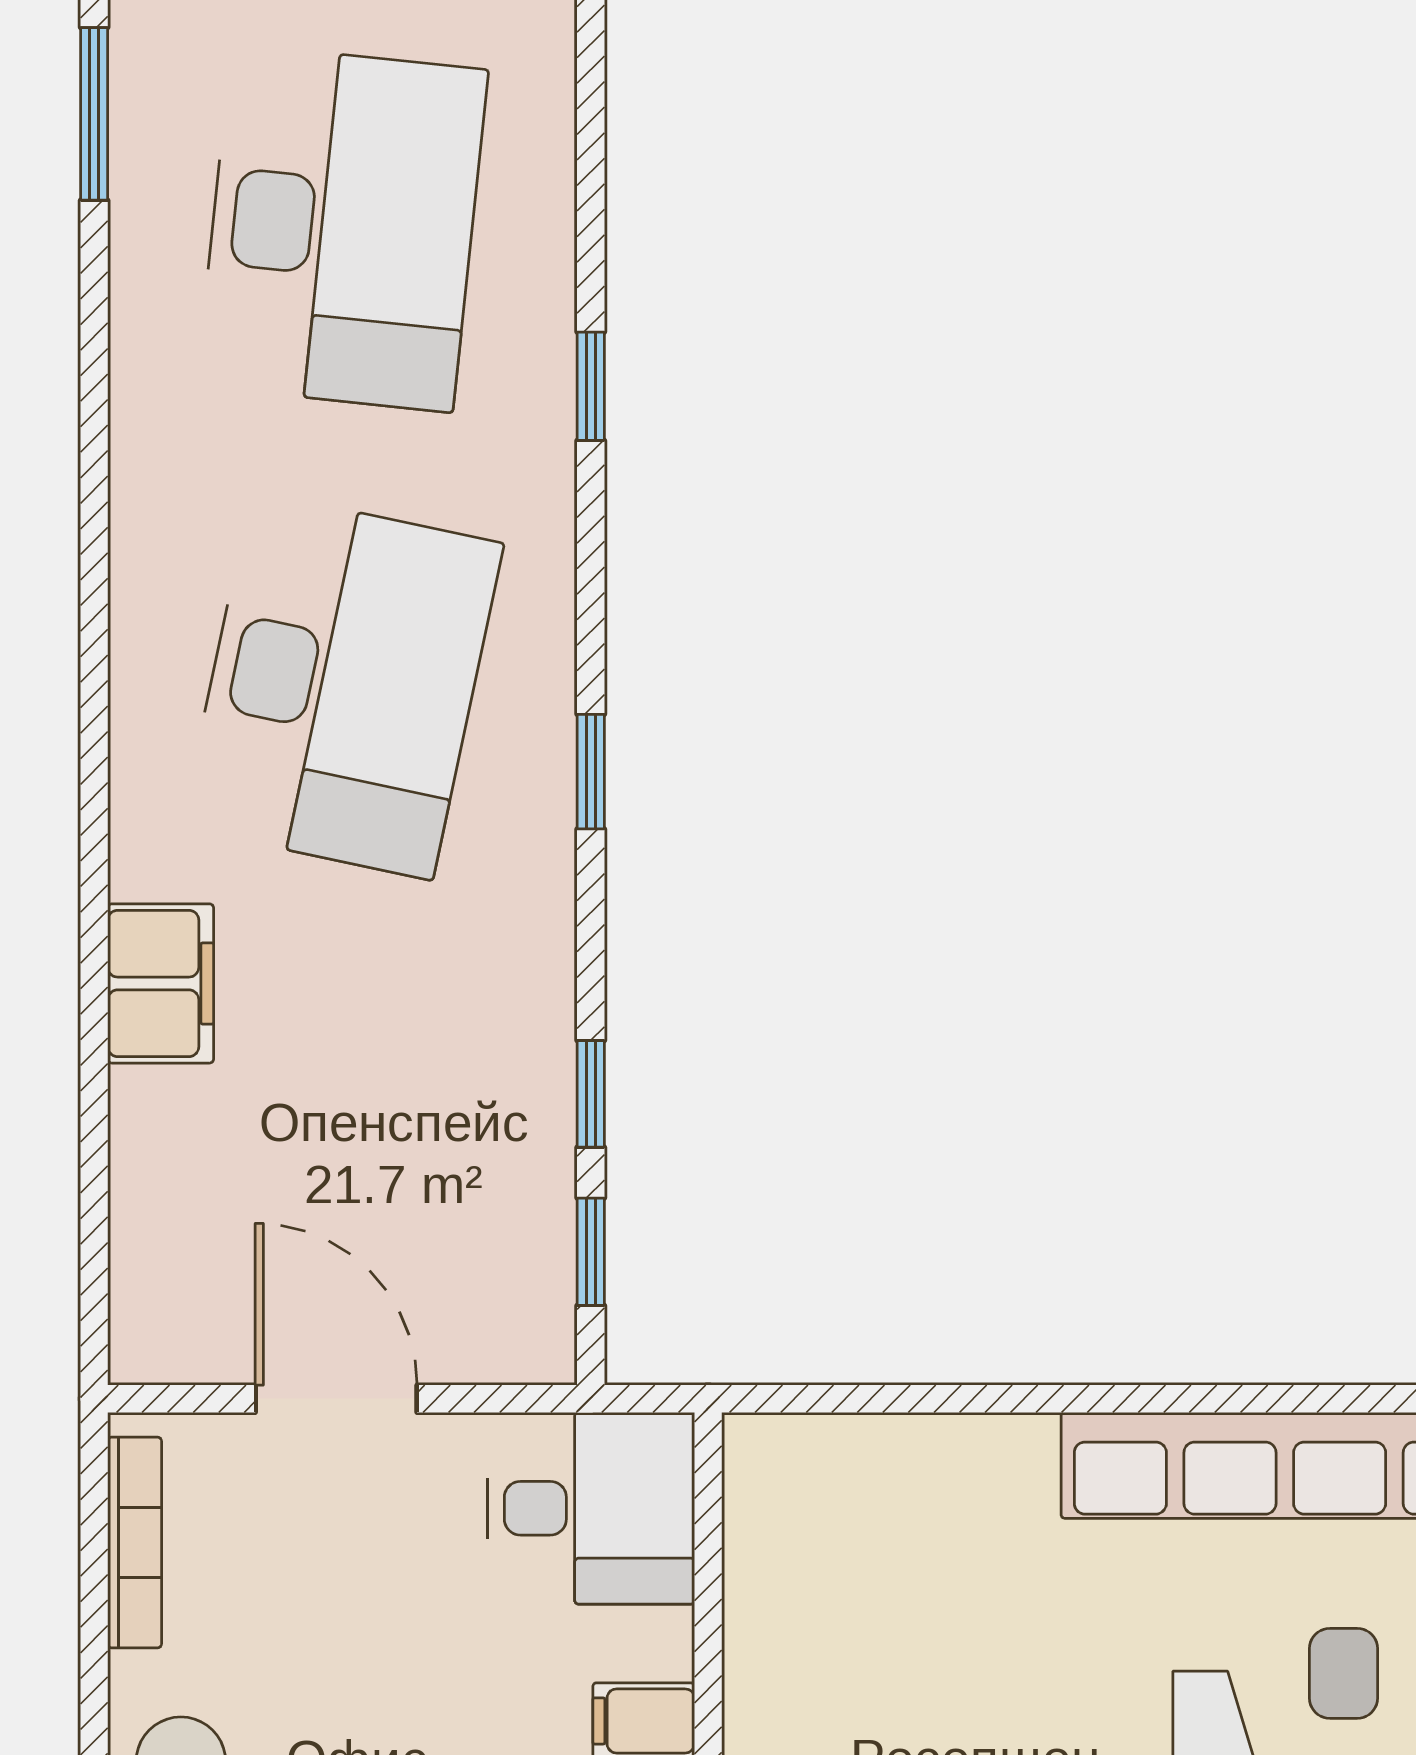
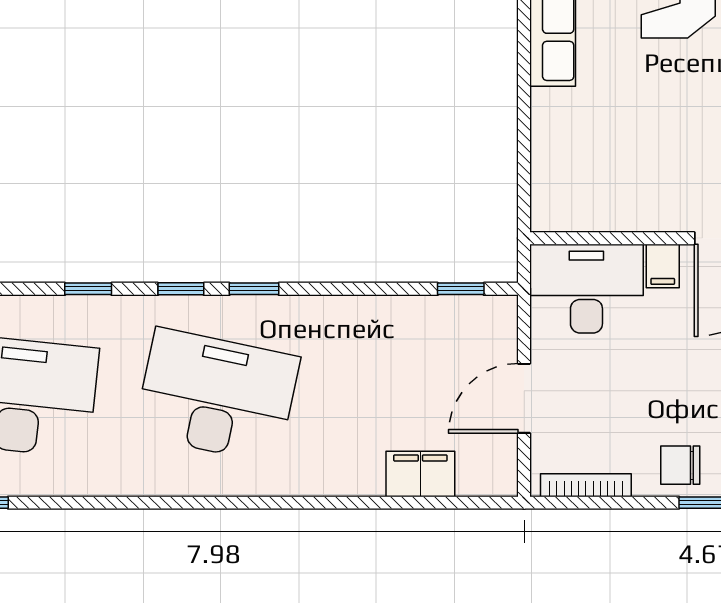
filing cabinet: (161, 983) -> (420, 474), moved
window: (591, 1094) -> (181, 289), moved
desk: (591, 1508) -> (586, 289), width x1.37

